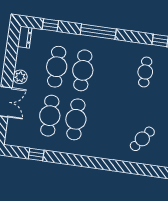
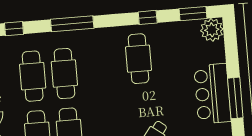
cafe table: (145, 72) -> (138, 59), width x1.37, depth x1.35

